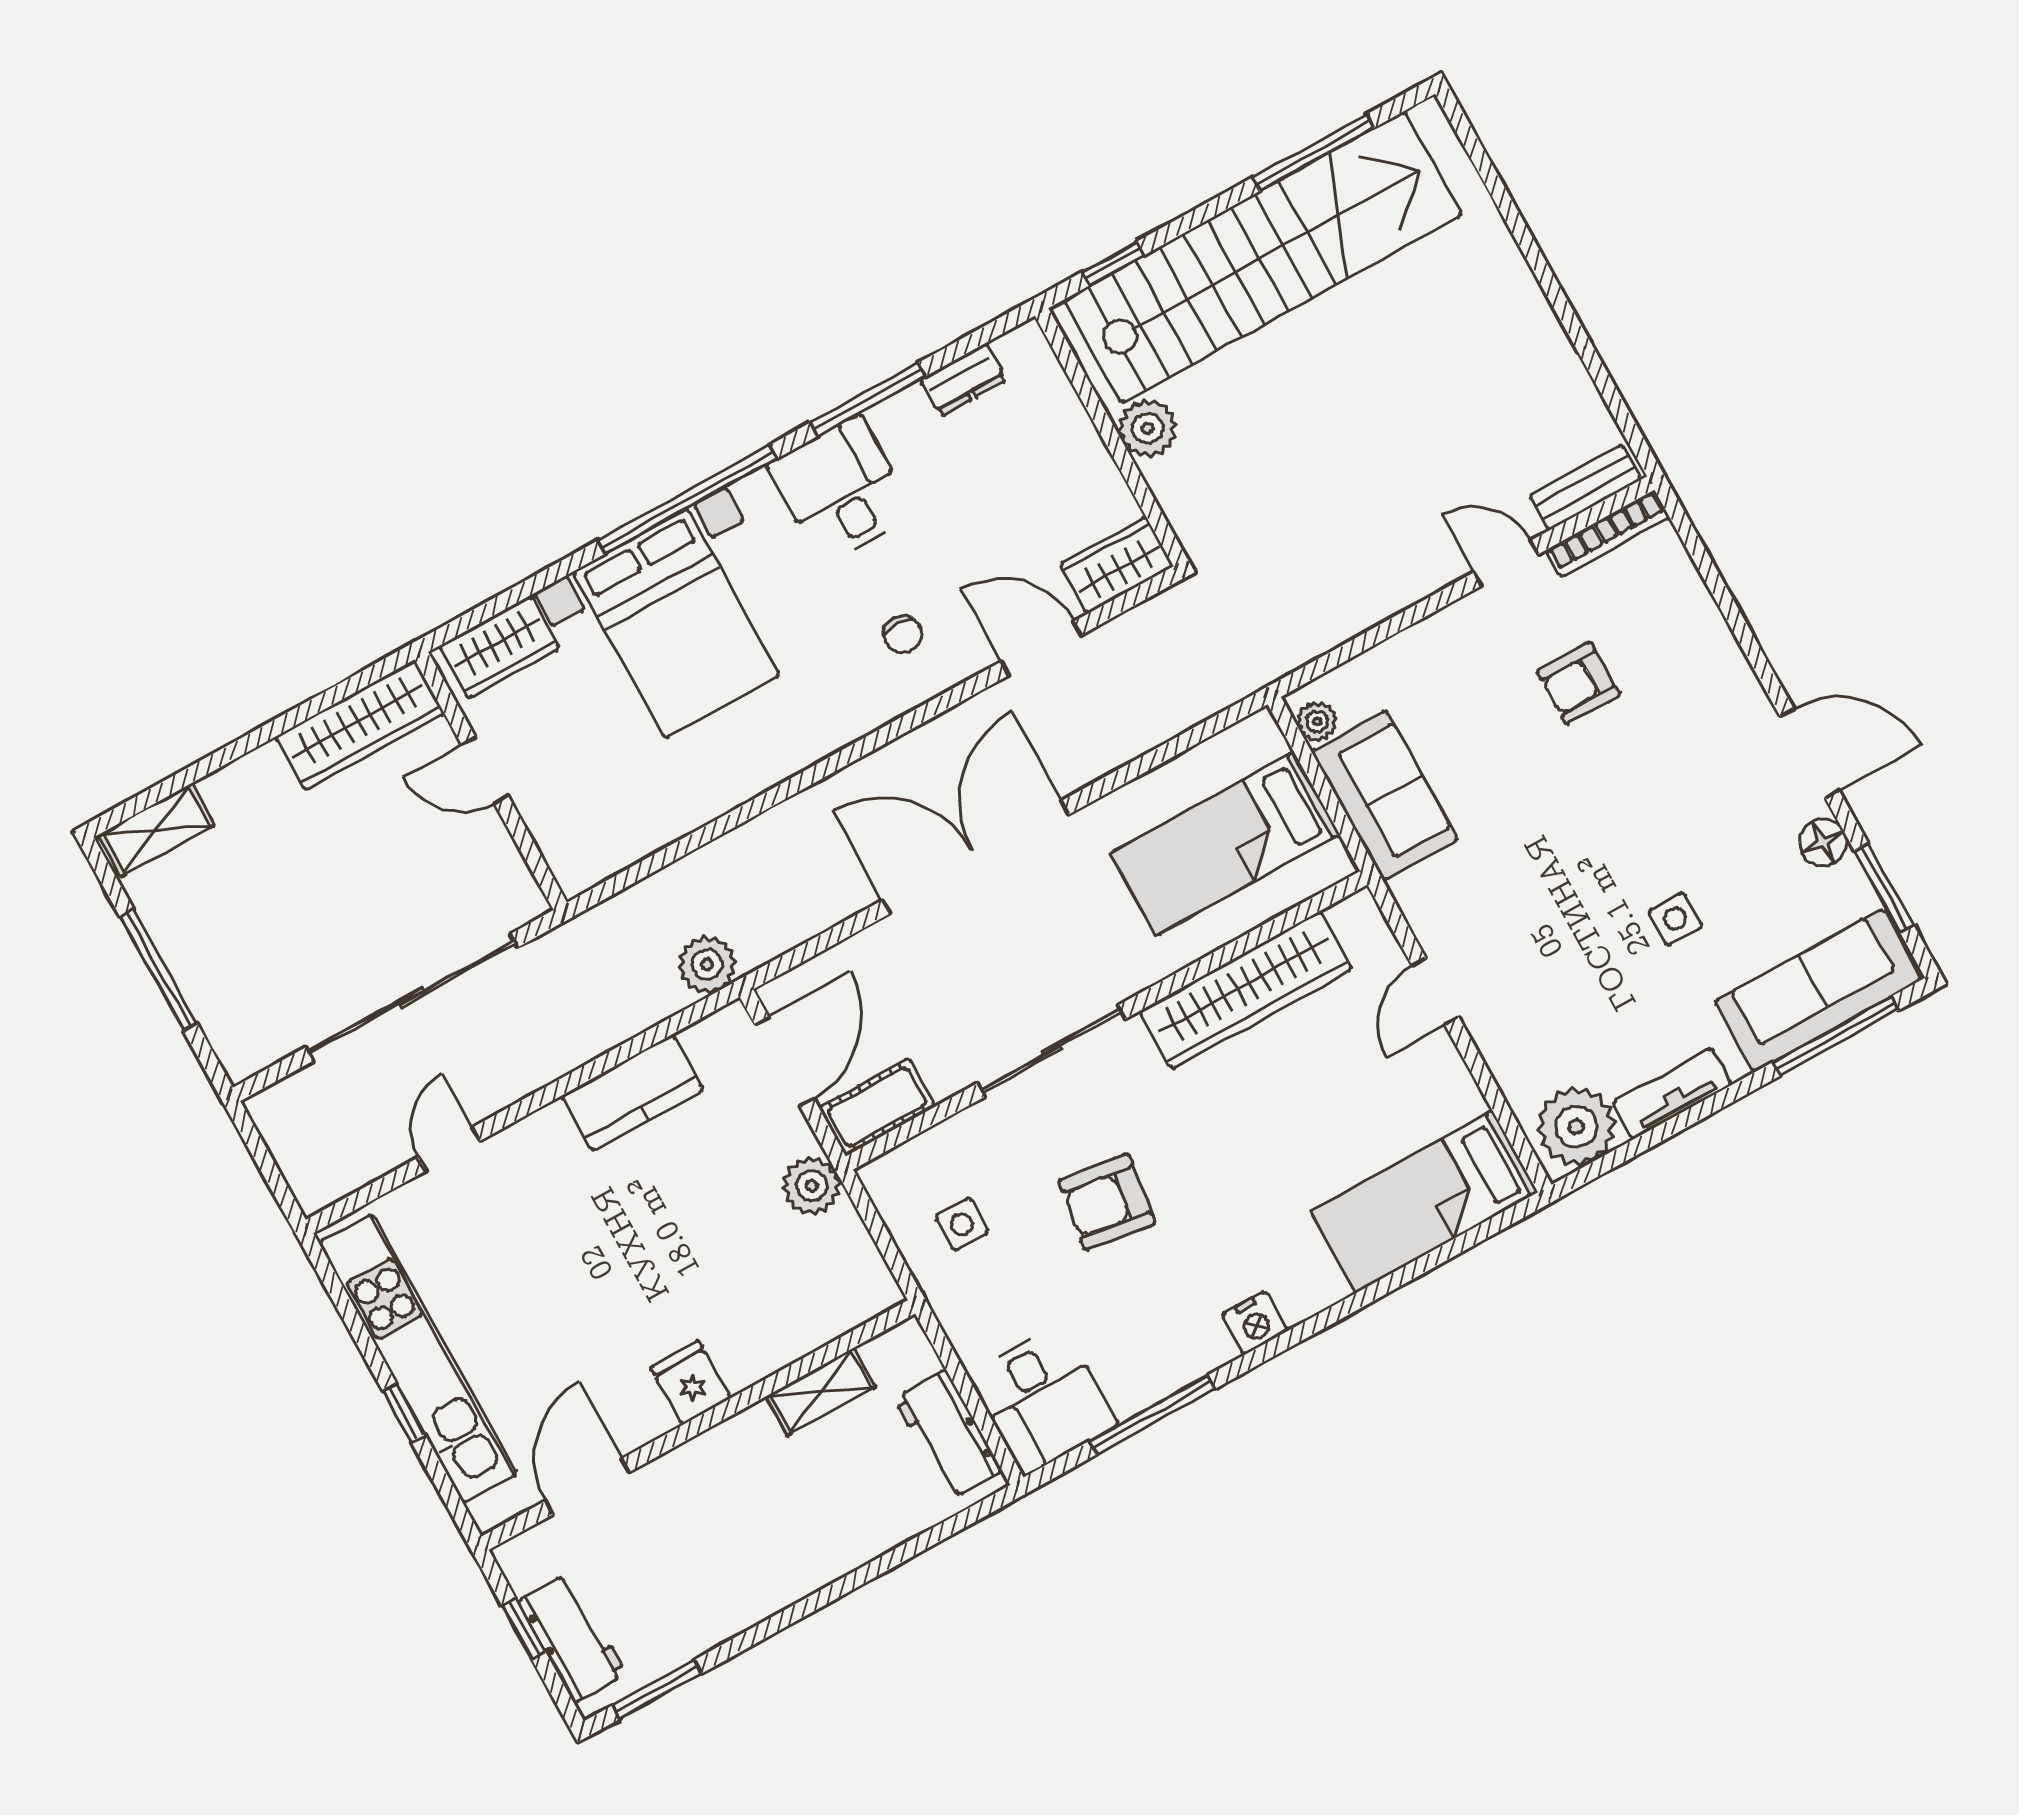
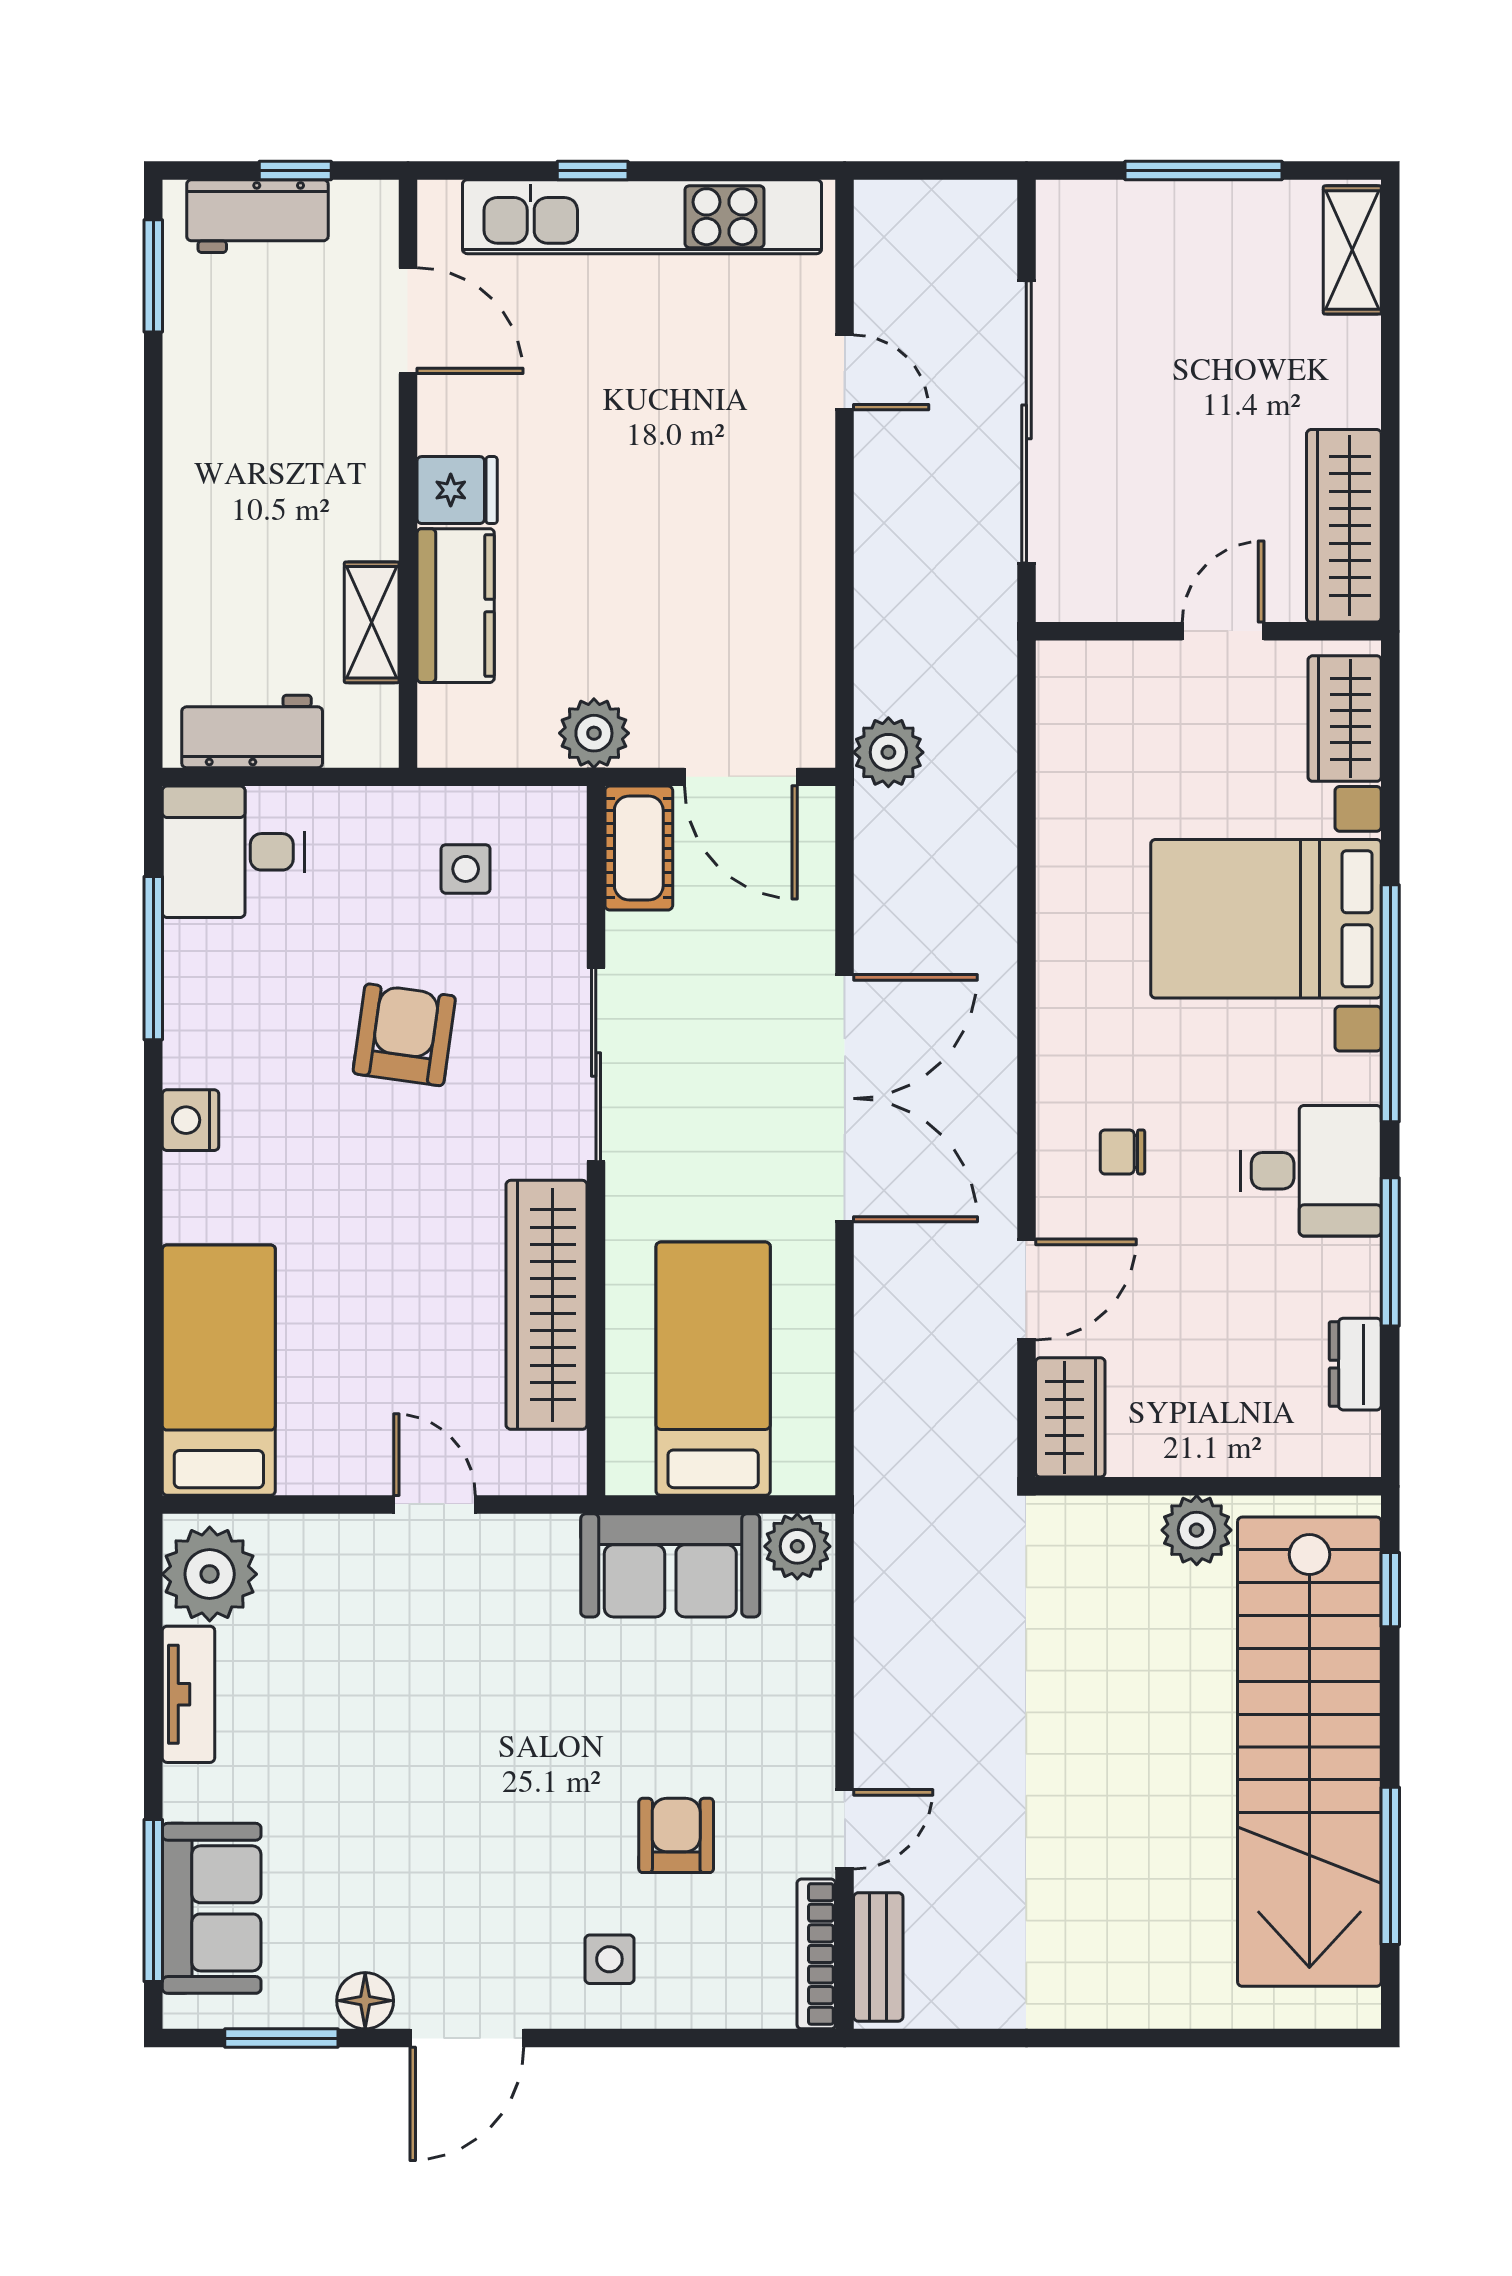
plant: (1317, 721) -> (797, 1546), width x1.38, depth x1.38
side table: (1675, 919) -> (609, 1959), moved
sofa: (1818, 991) -> (212, 1908), width x0.73
kitchen counter: (632, 1093) -> (456, 606), moved, turned 180

